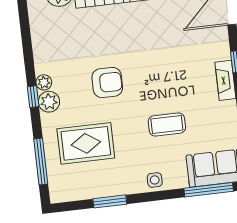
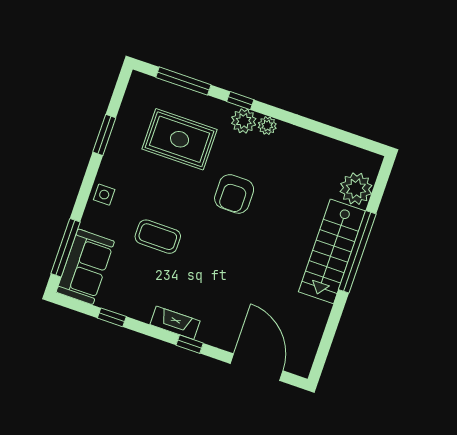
window: (33, 97) -> (240, 101), moved
coffee table: (167, 124) -> (158, 237), turned 90
rug: (86, 143) -> (180, 139), turned 90

